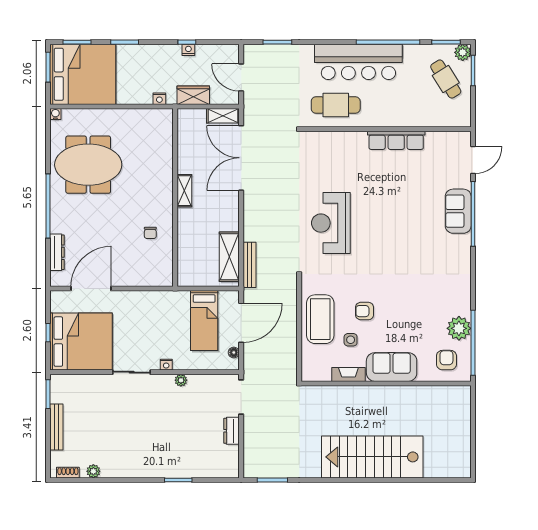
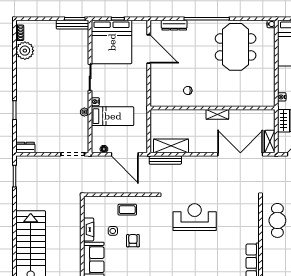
coffee table: (320, 319) -> (127, 210), width x0.54, depth x0.58
bed: (204, 321) -> (113, 116), moved, turned 180
bench: (56, 427) -> (73, 25), moved
dresser: (232, 431) -> (25, 147), moved
plant: (93, 471) -> (25, 51), width x1.88, depth x1.88

